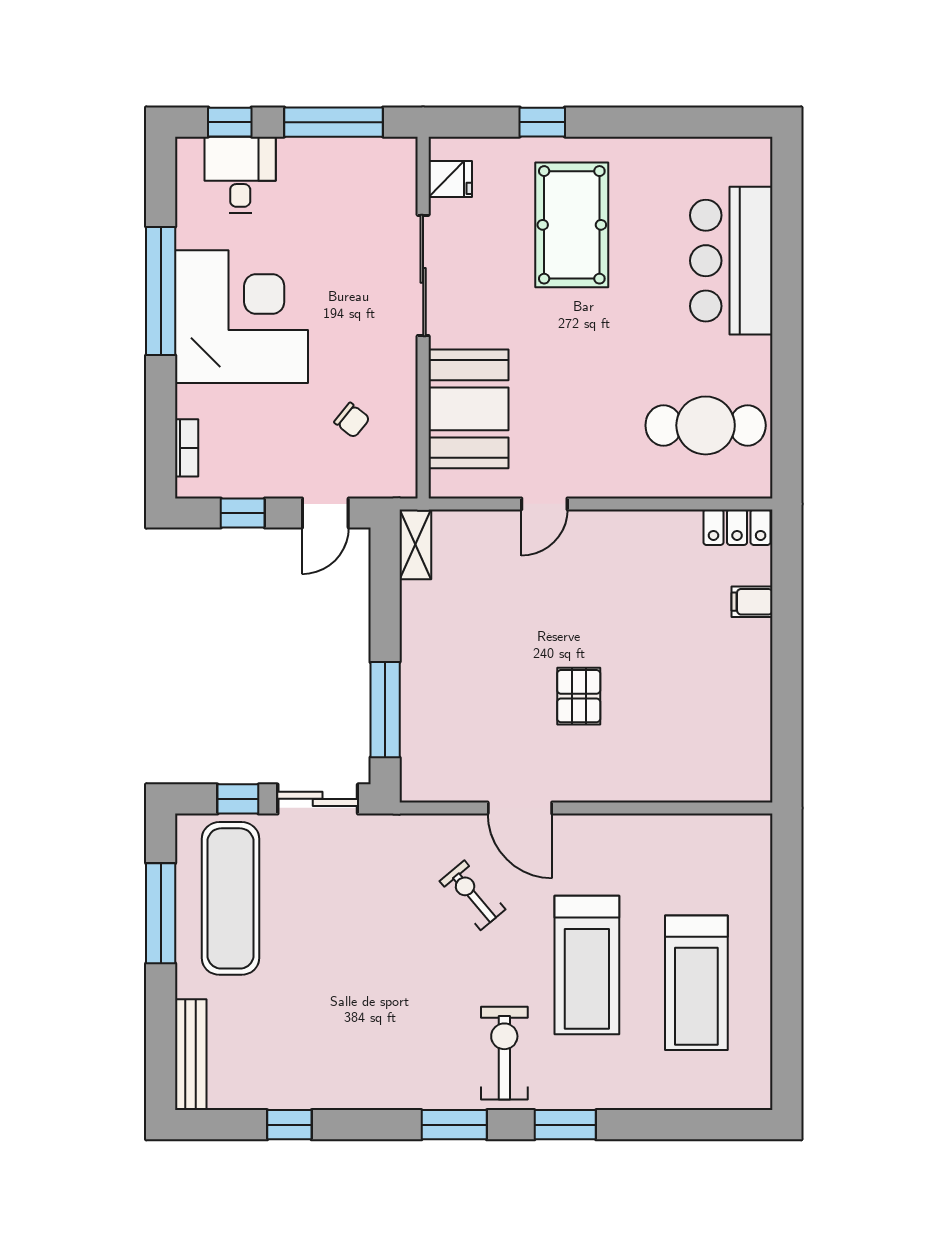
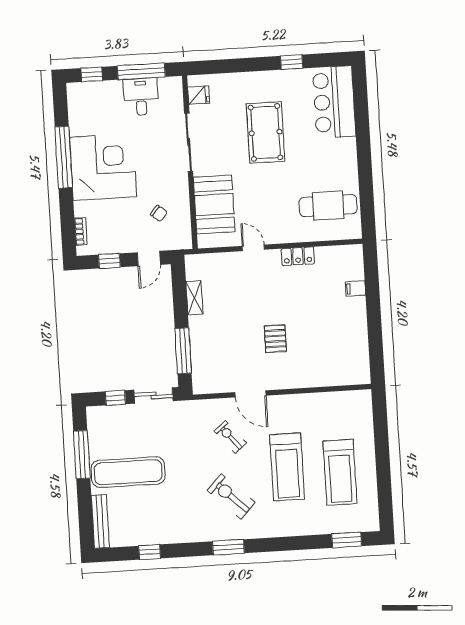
window: (542, 122) -> (292, 62), moved
desk: (240, 175) -> (141, 97), moved
pool table: (572, 225) -> (266, 132), moved
bar counter: (731, 261) -> (334, 102), moved
door: (544, 504) -> (253, 248), swing flipped
locker: (737, 527) -> (298, 256), moved
shelving: (415, 544) -> (194, 298), moved
exercise mat: (231, 898) -> (128, 472), moved, turned 90
exercise bike: (504, 1053) -> (231, 496), moved, turned -46
window: (565, 1125) -> (347, 540), moved

